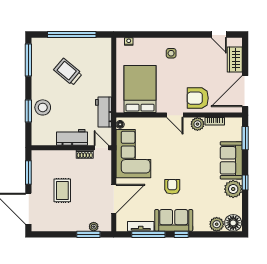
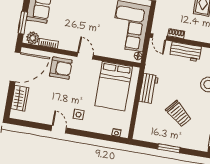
window: (72, 34) -> (169, 148), width x0.47
door: (219, 34) -> (59, 129), moved
workbench: (103, 112) -> (149, 89), moved
plant: (197, 124) -> (33, 38), moved

